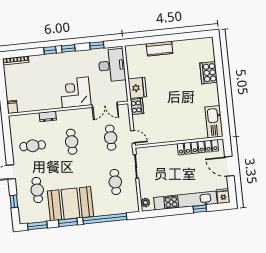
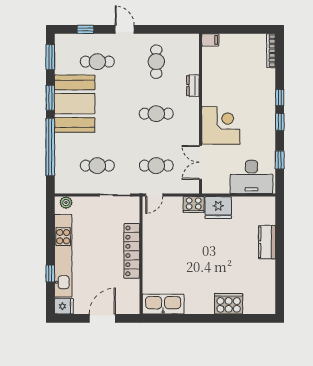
locker: (198, 147) -> (132, 251), moved

